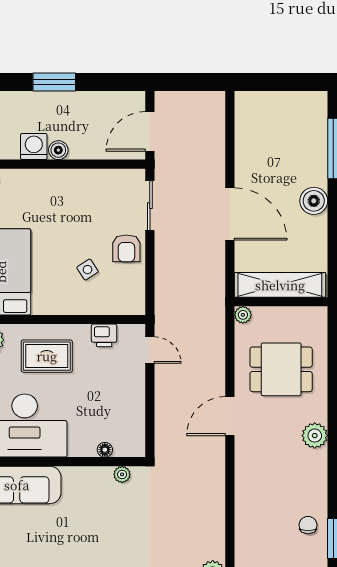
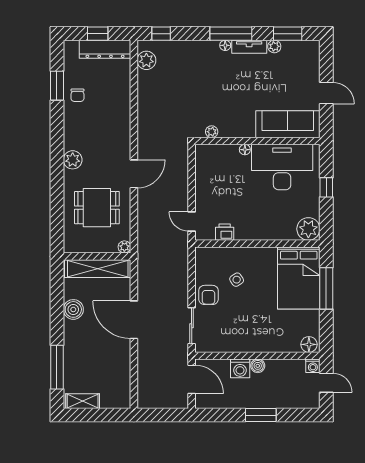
shelving: (301, 101) -> (83, 401), added
door: (150, 131) -> (192, 379), hinge flipped
washing machine: (34, 147) -> (240, 368), moved
boiler: (314, 201) -> (73, 309), moved
armchair: (126, 248) -> (209, 295), turned 180
rug: (47, 356) -> (266, 217), removed
floor lamp: (105, 450) -> (245, 150), moved

